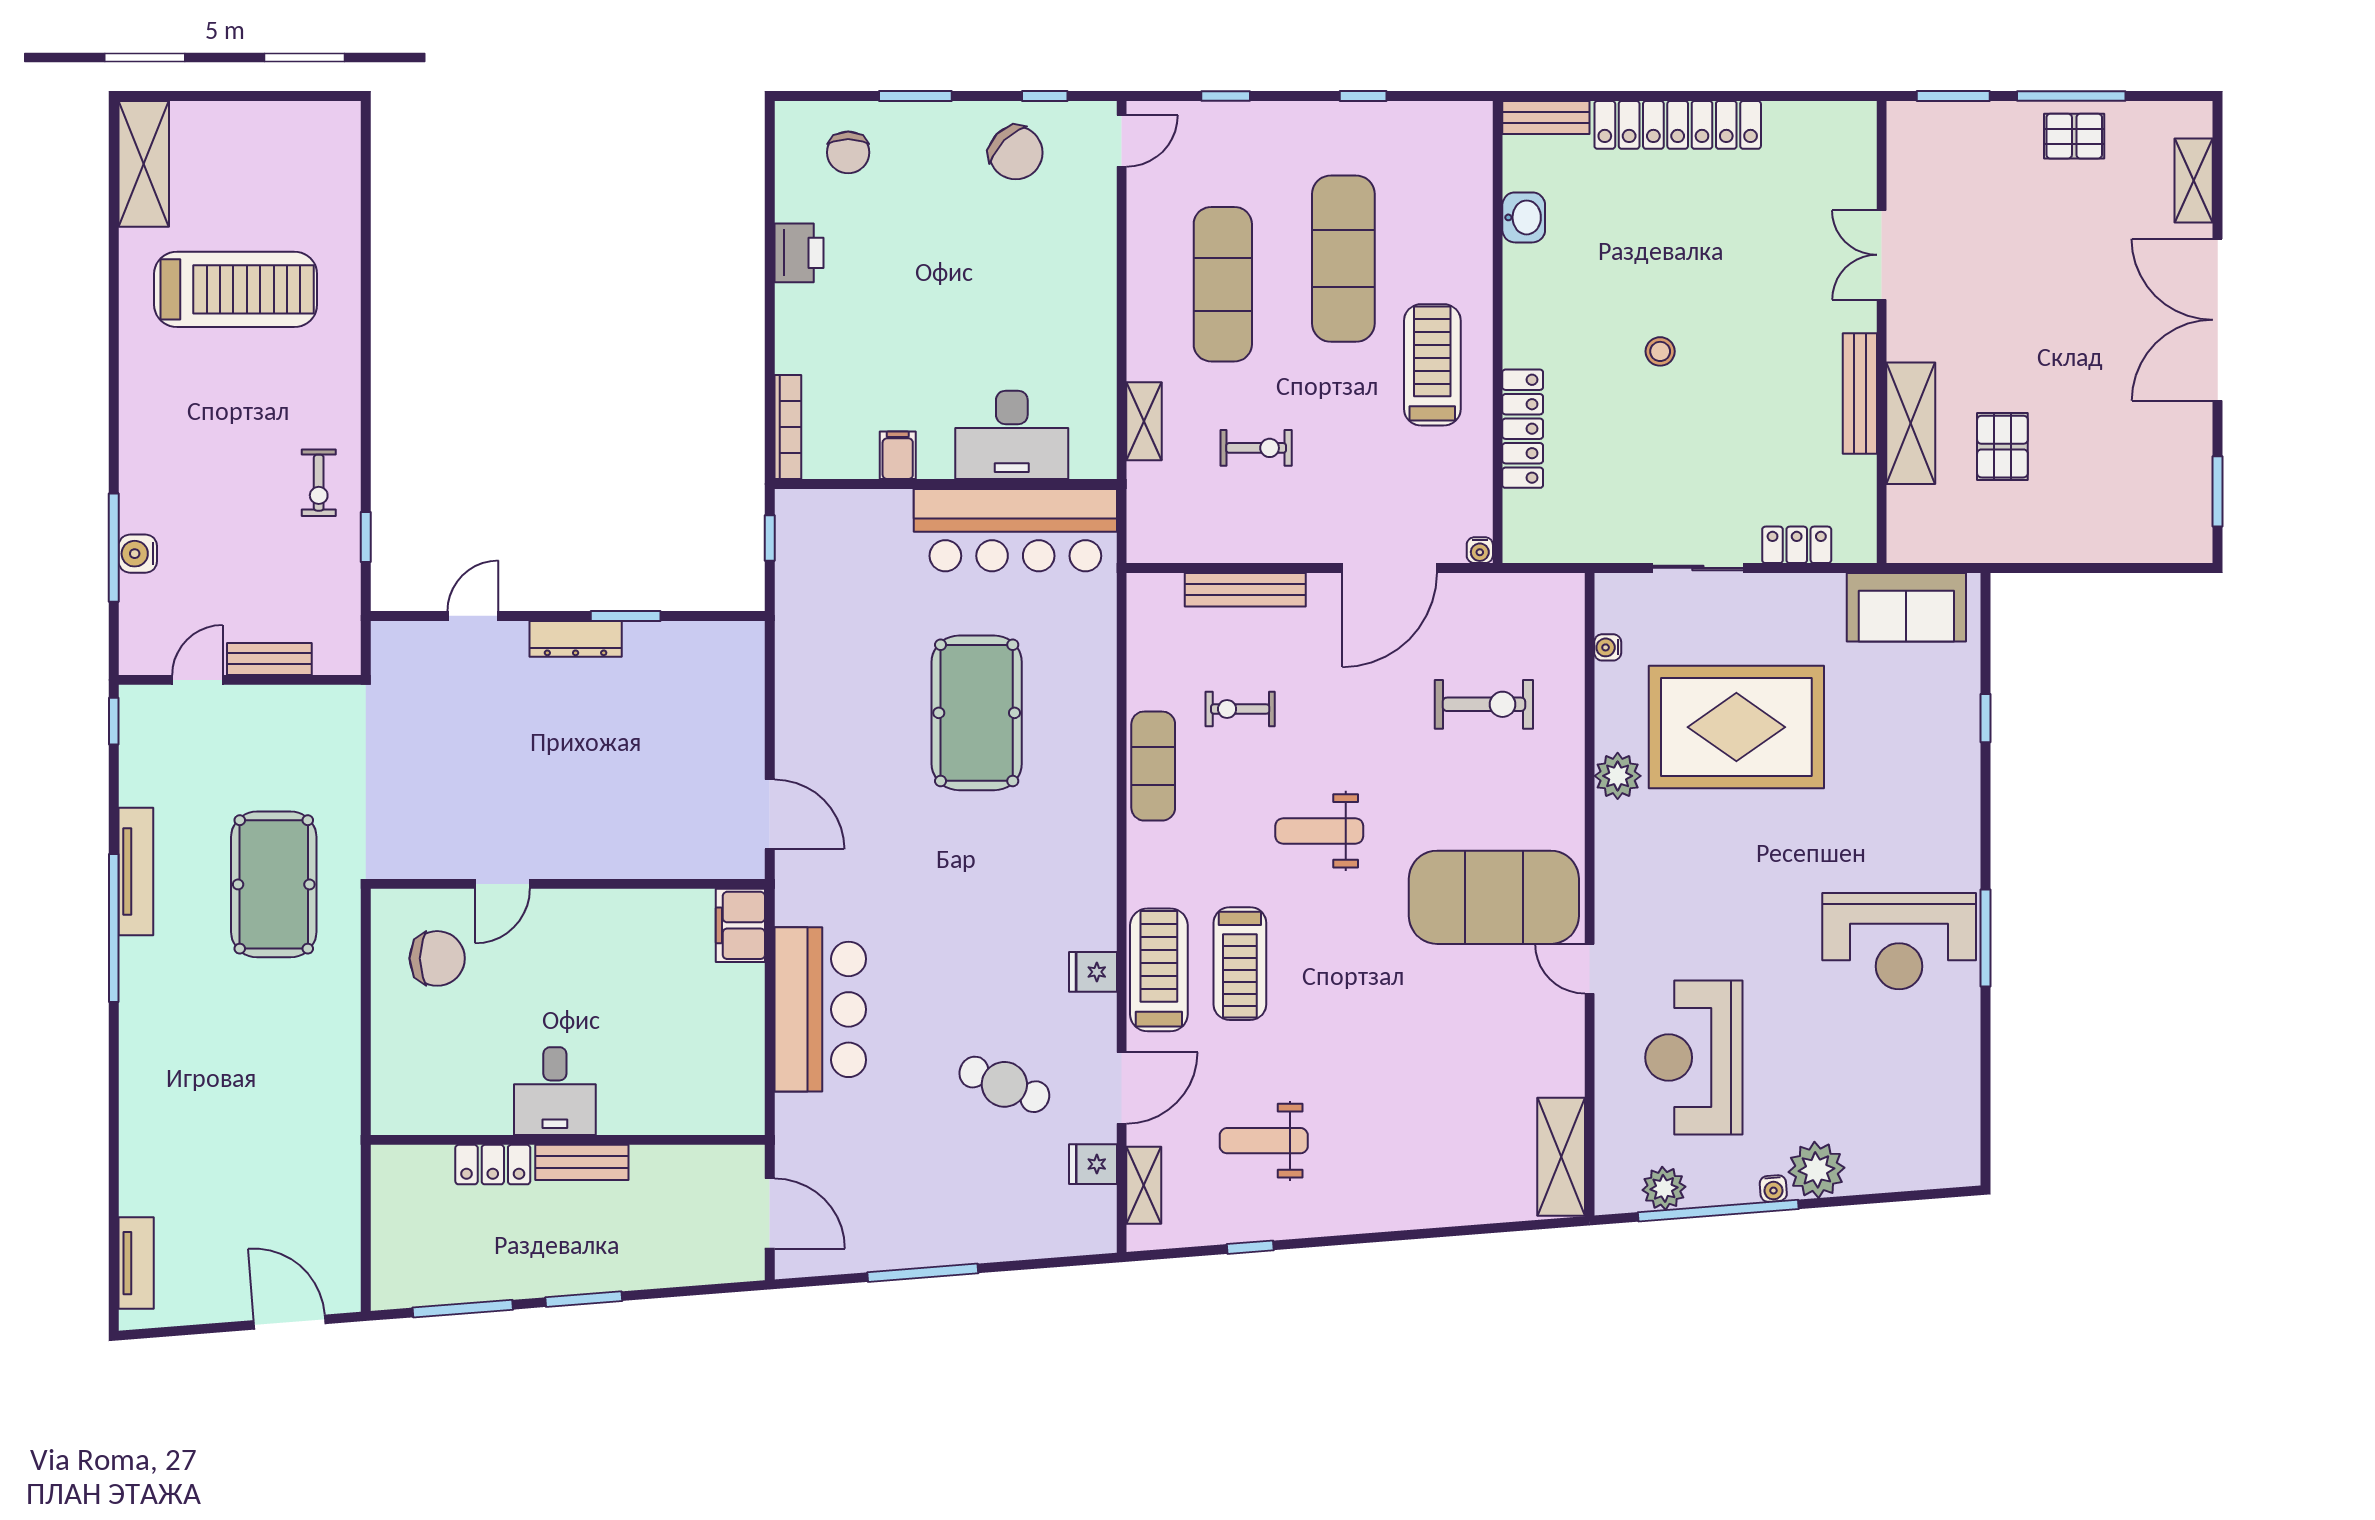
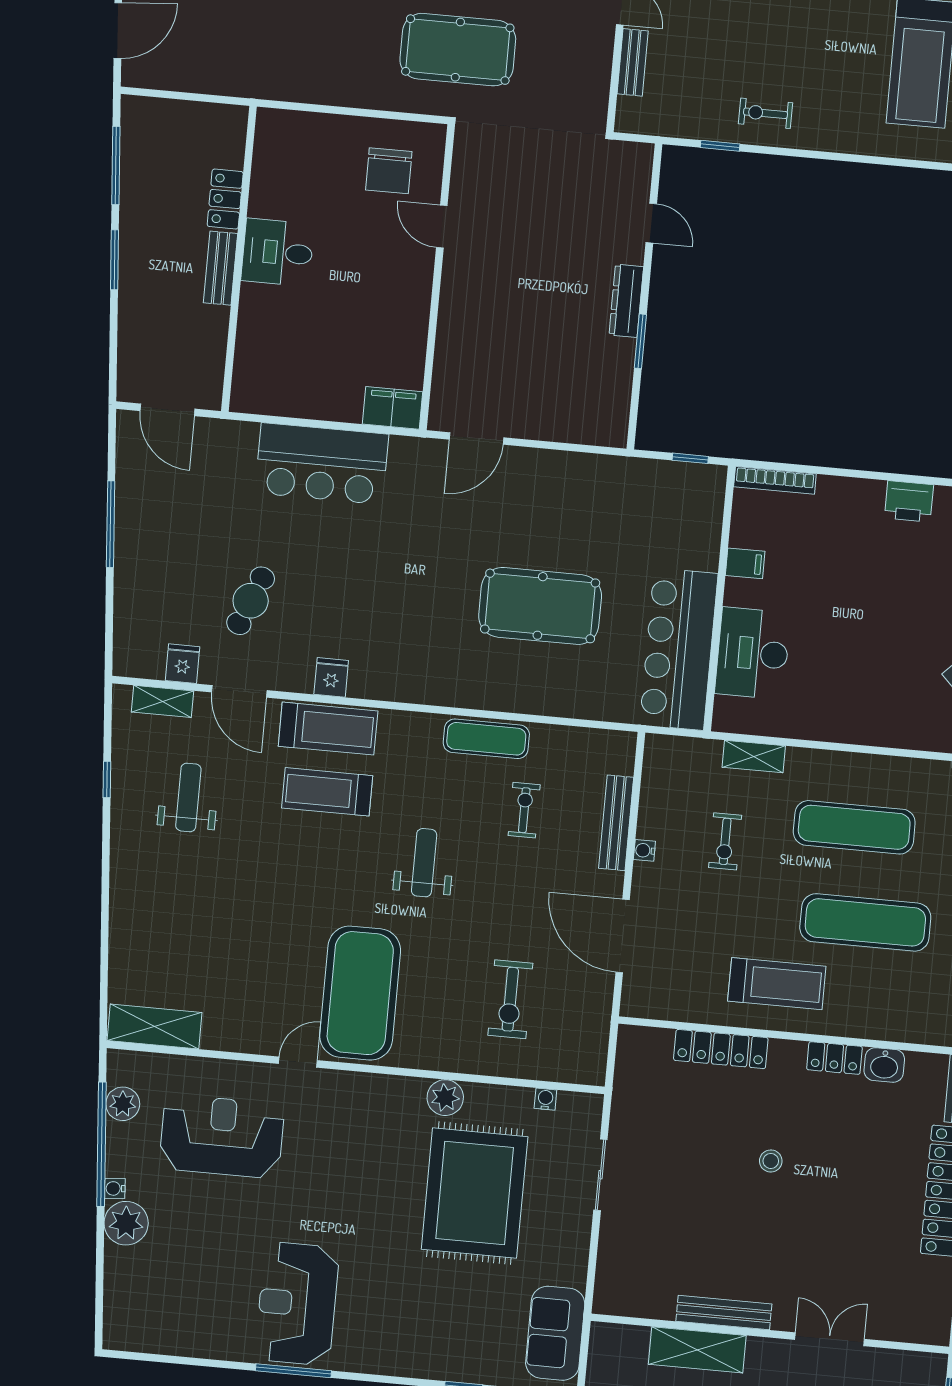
locker: (1797, 545) -> (834, 1058), moved, turned 90
water cooler: (1480, 550) -> (644, 850), moved
door: (770, 1213) -> (167, 410), hinge flipped

